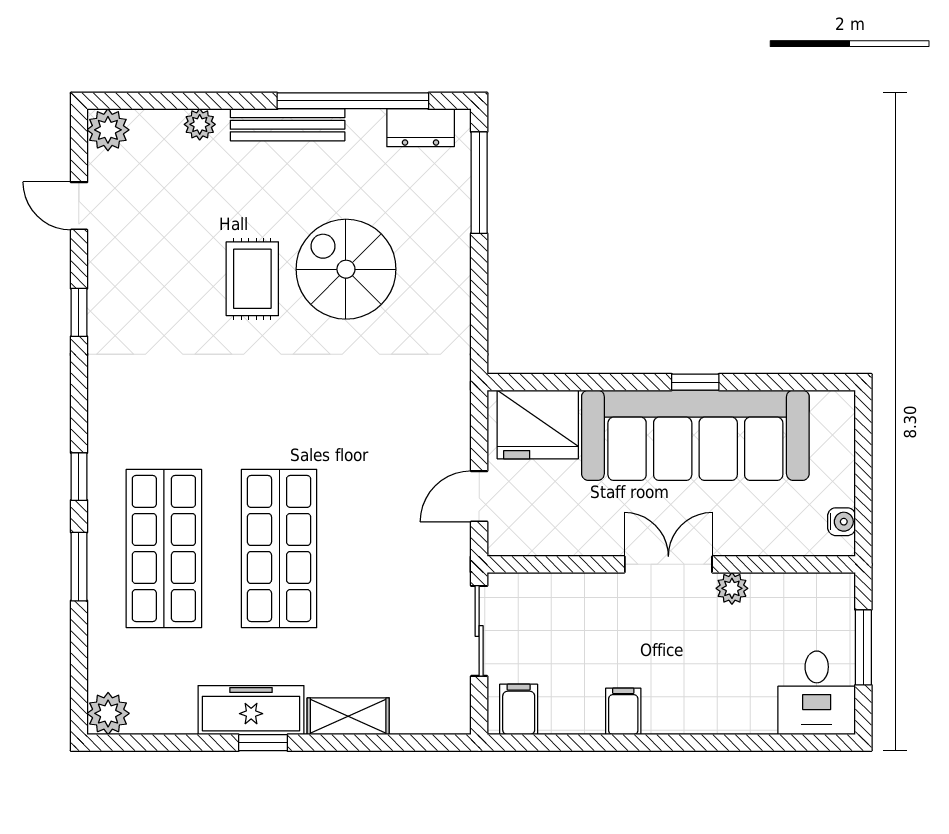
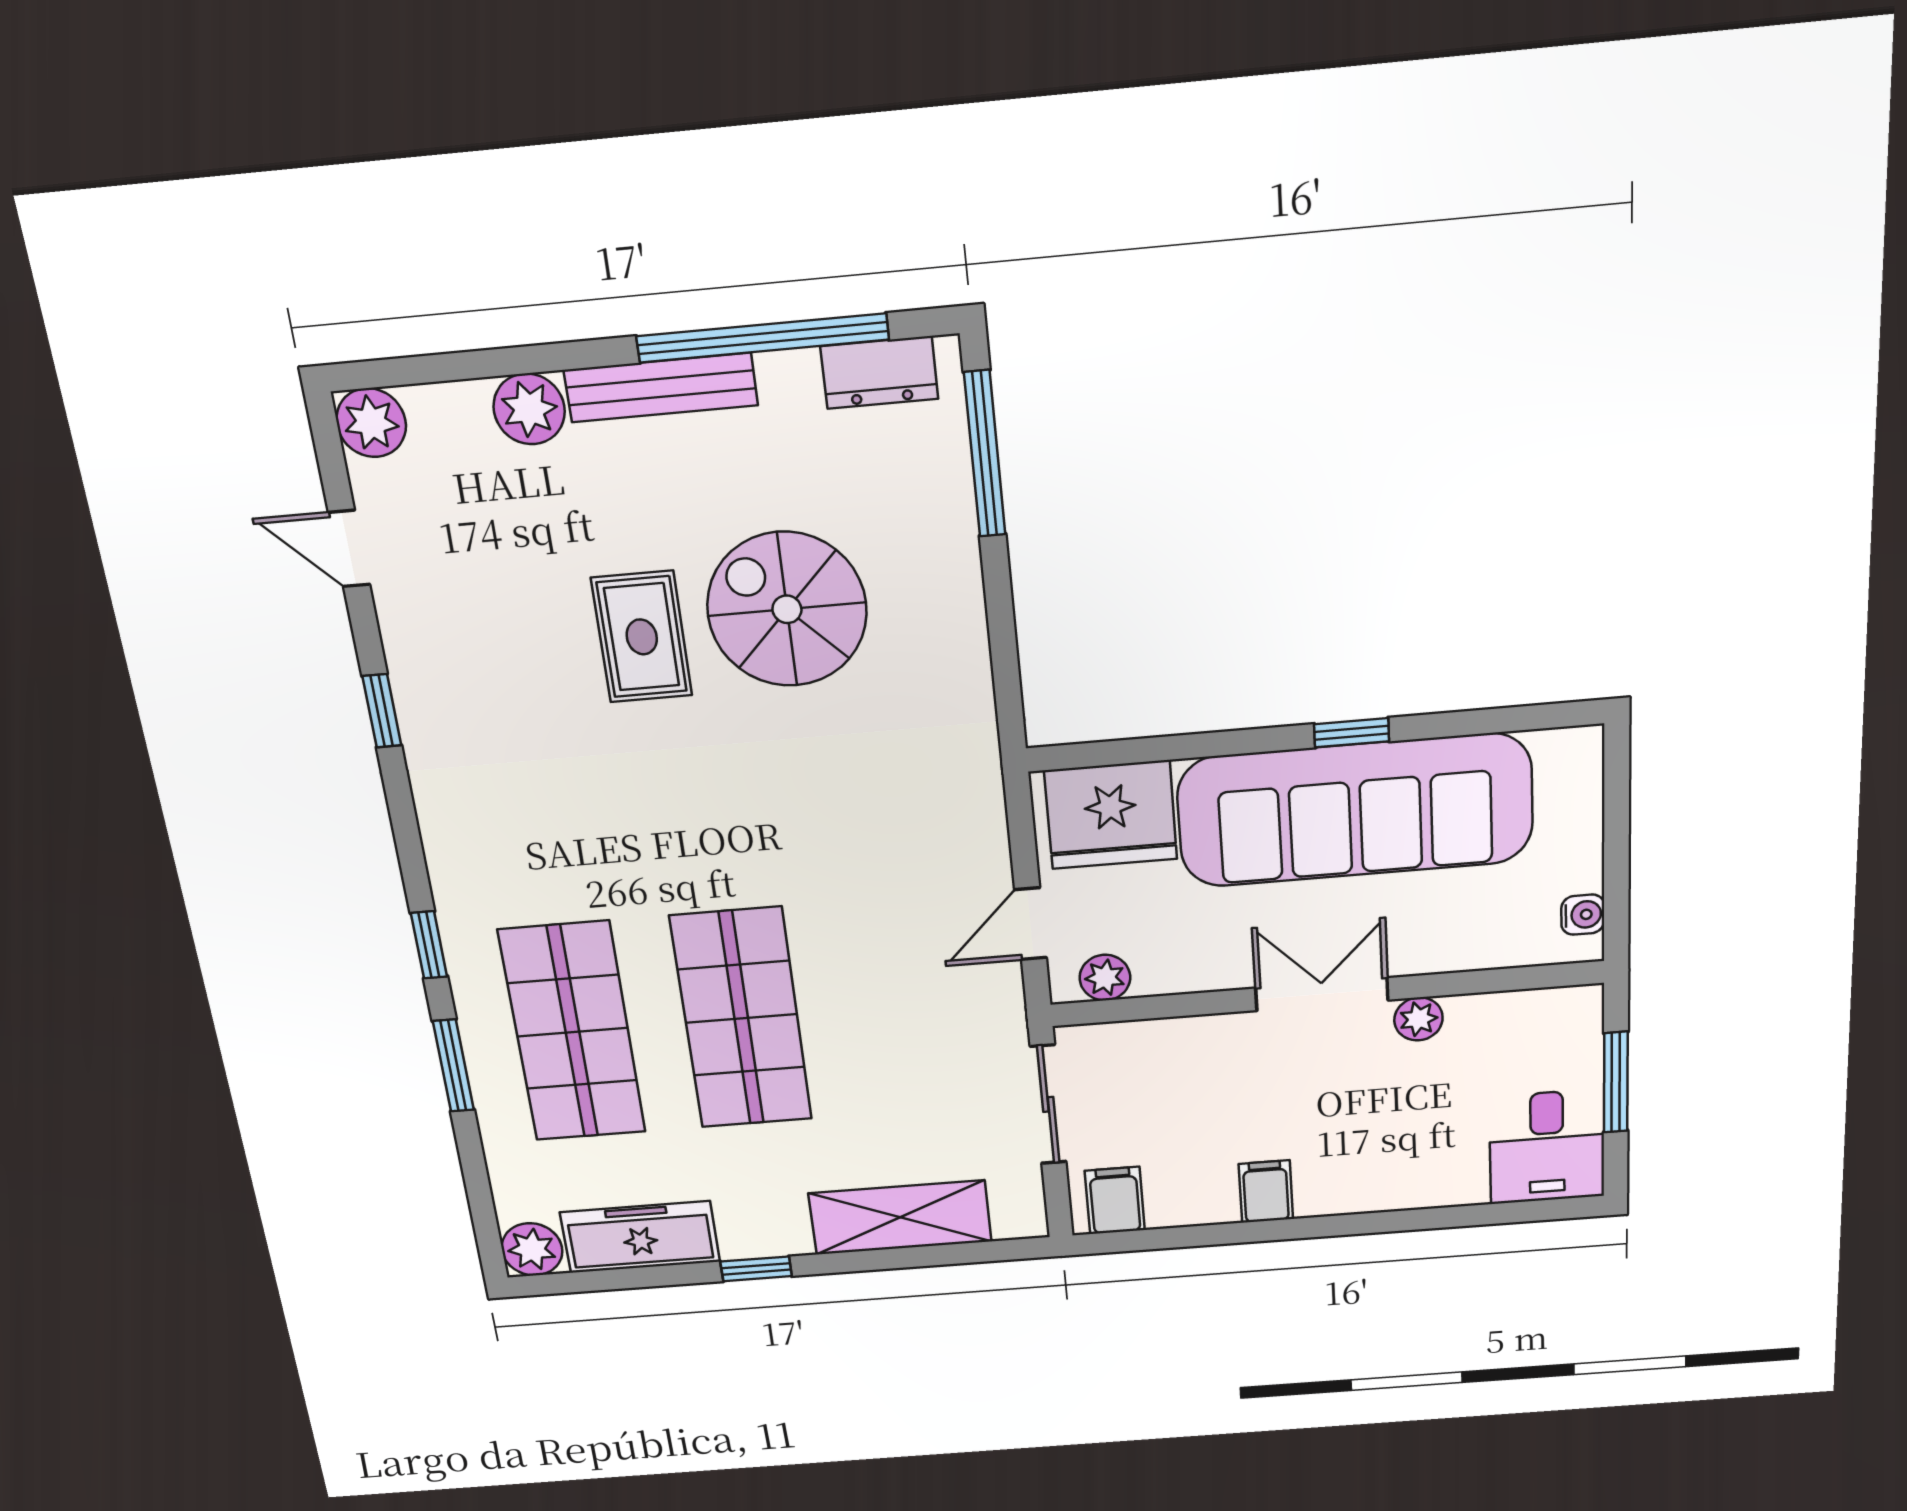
plant: (200, 124) -> (529, 409), width x1.38, depth x1.38
plant: (525, 540) -> (1105, 978), added
freezer: (251, 710) -> (640, 1237), moved
shelving: (348, 716) -> (900, 1217), width x1.50, depth x1.33

